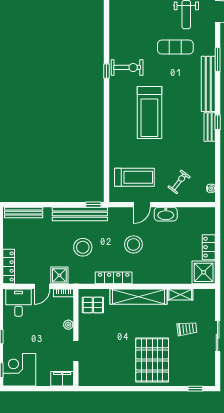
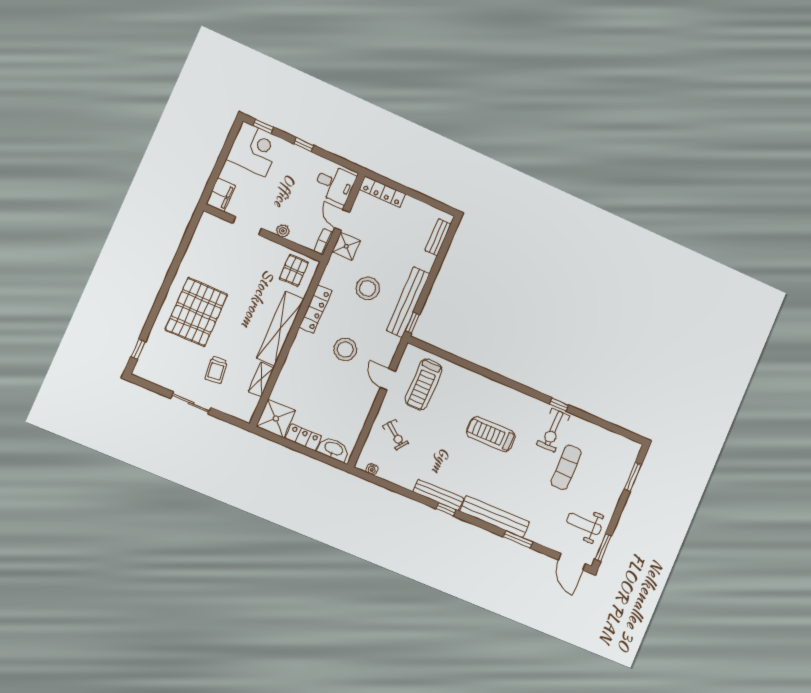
exercise mat: (175, 47) -> (566, 467), moved
treadmill: (149, 112) -> (491, 434), width x0.73, depth x0.73
bench: (210, 127) -> (438, 495), width x1.36
bench: (24, 213) -> (438, 237), width x0.73
washbasin: (166, 214) -> (334, 449), moved, turned 90
pallet: (152, 360) -> (196, 312), turned 90

